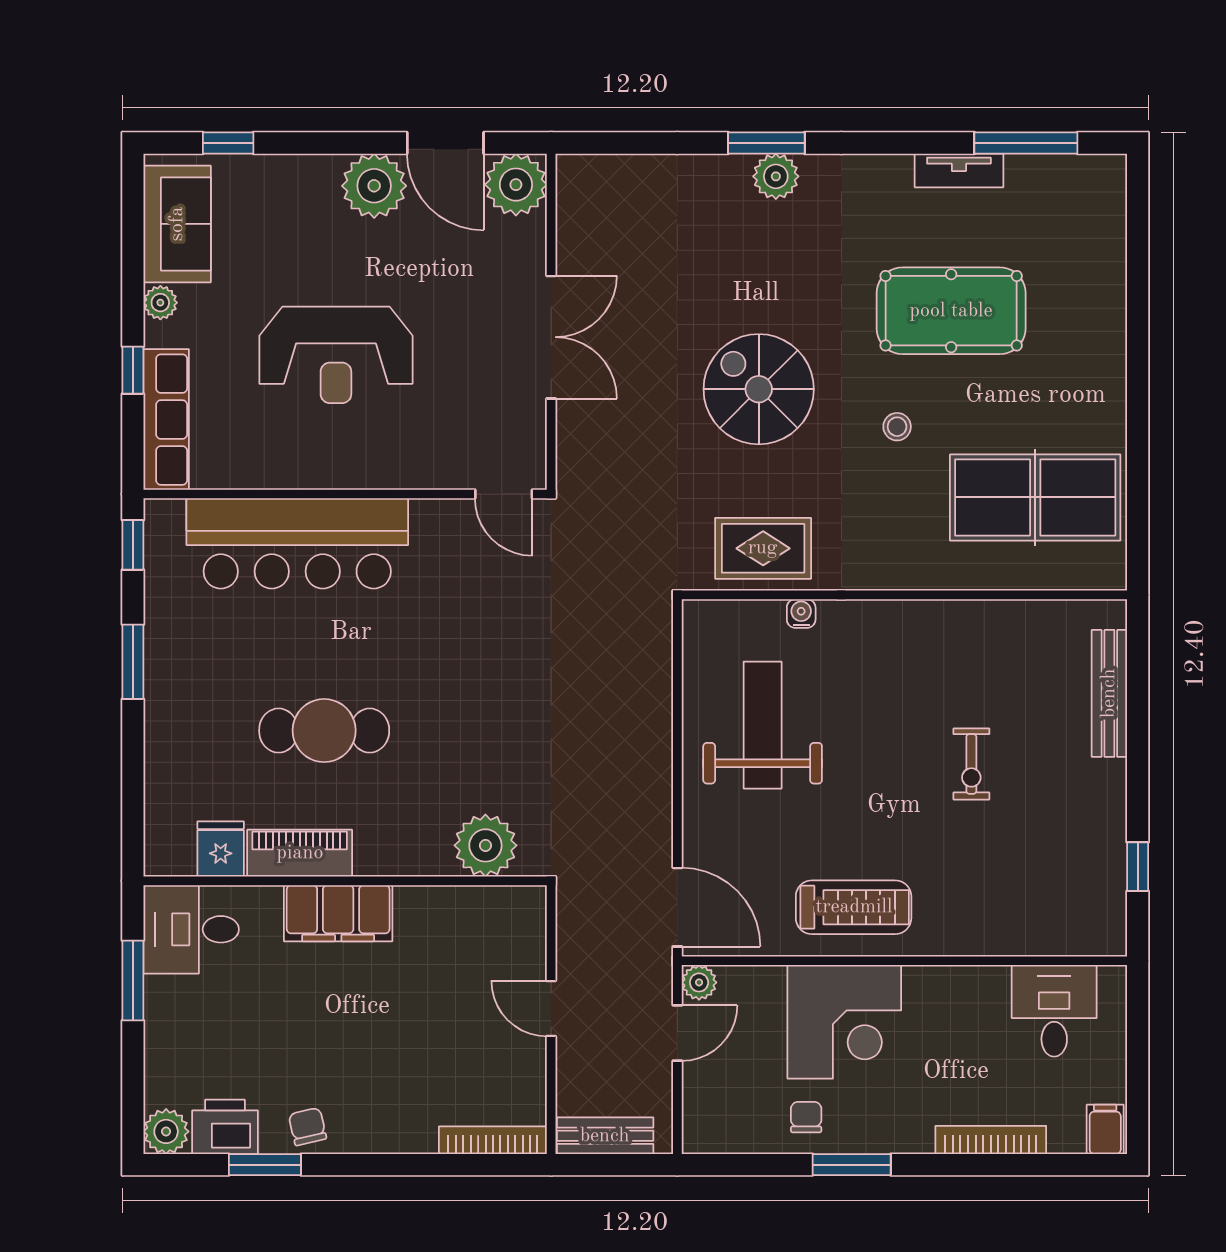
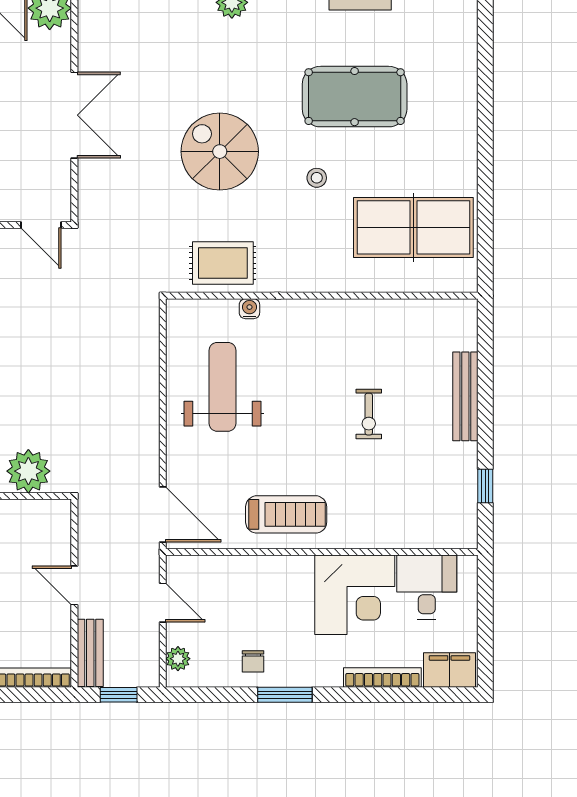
bench: (1109, 693) -> (465, 396), moved
plant: (699, 982) -> (178, 659), moved
corner desk: (844, 1022) -> (355, 595), moved
door: (677, 1033) -> (163, 603), hinge flipped
chair: (806, 1117) -> (253, 661), turned 180
filing cabinet: (1105, 1129) -> (449, 670), width x2.00
bench: (605, 1136) -> (90, 653), moved, turned 90
window: (614, 1165) -> (119, 695), added

